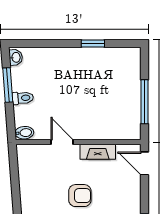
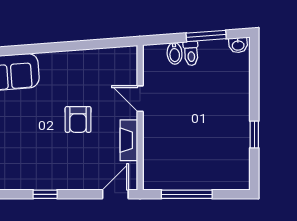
bidet: (24, 133) -> (175, 53), moved
door: (62, 142) -> (140, 99), swing flipped

